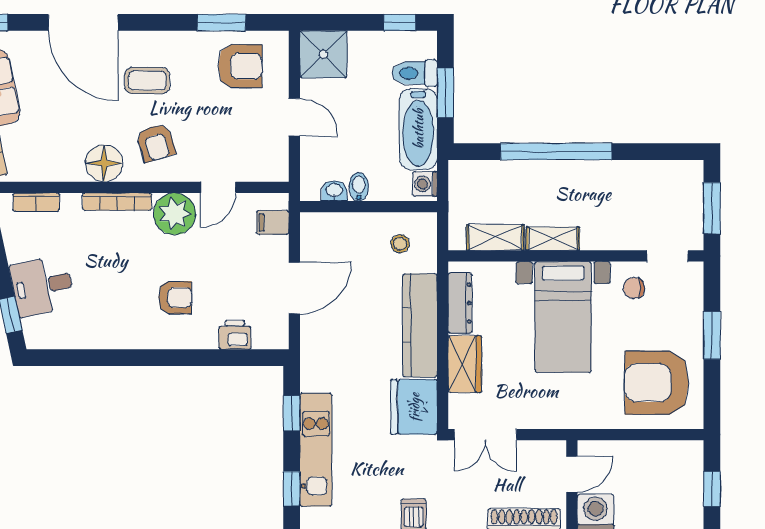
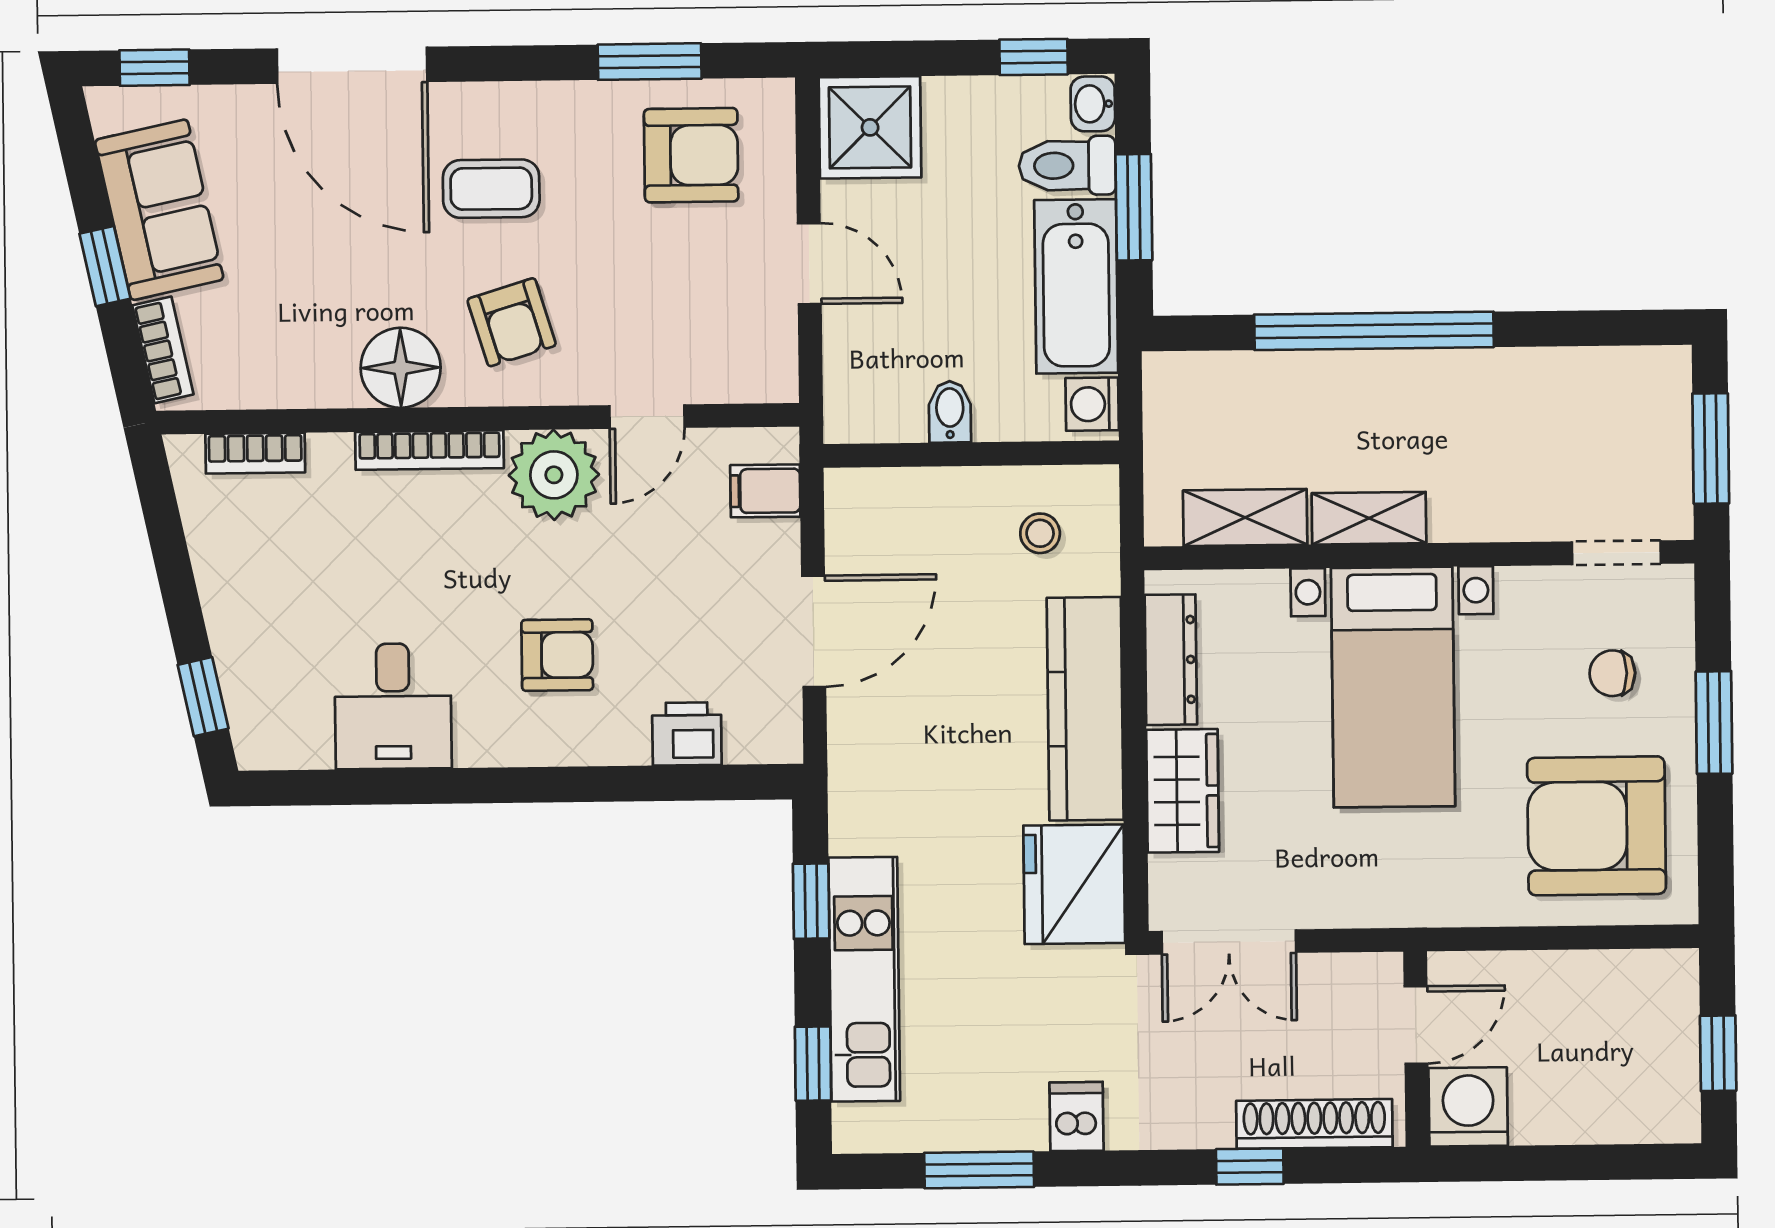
washbasin: (334, 191) -> (1093, 104), moved, turned -90
desk: (42, 286) -> (393, 706), moved, turned -78
chair: (634, 288) -> (1612, 673), moved

